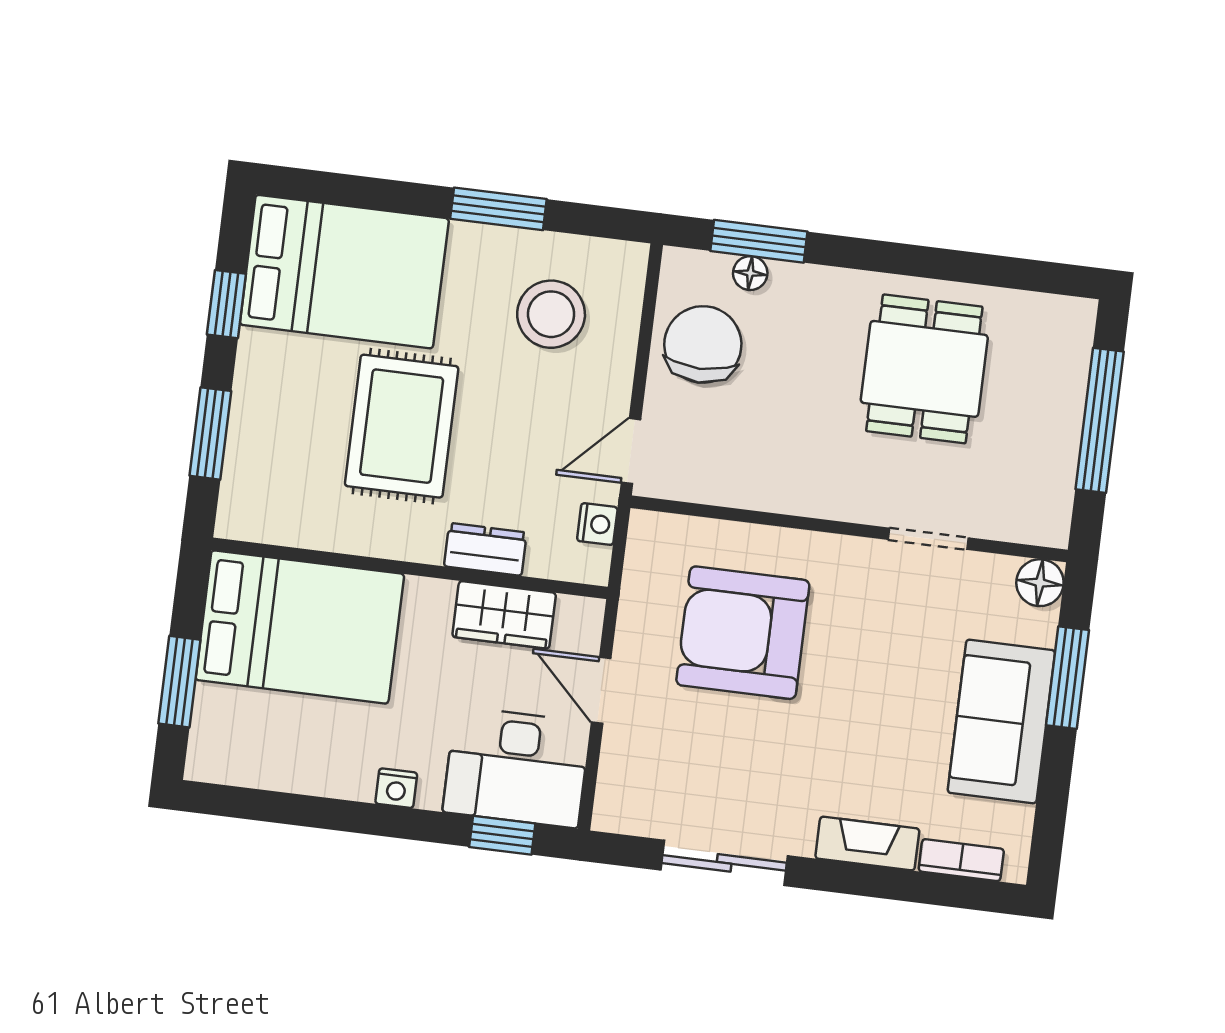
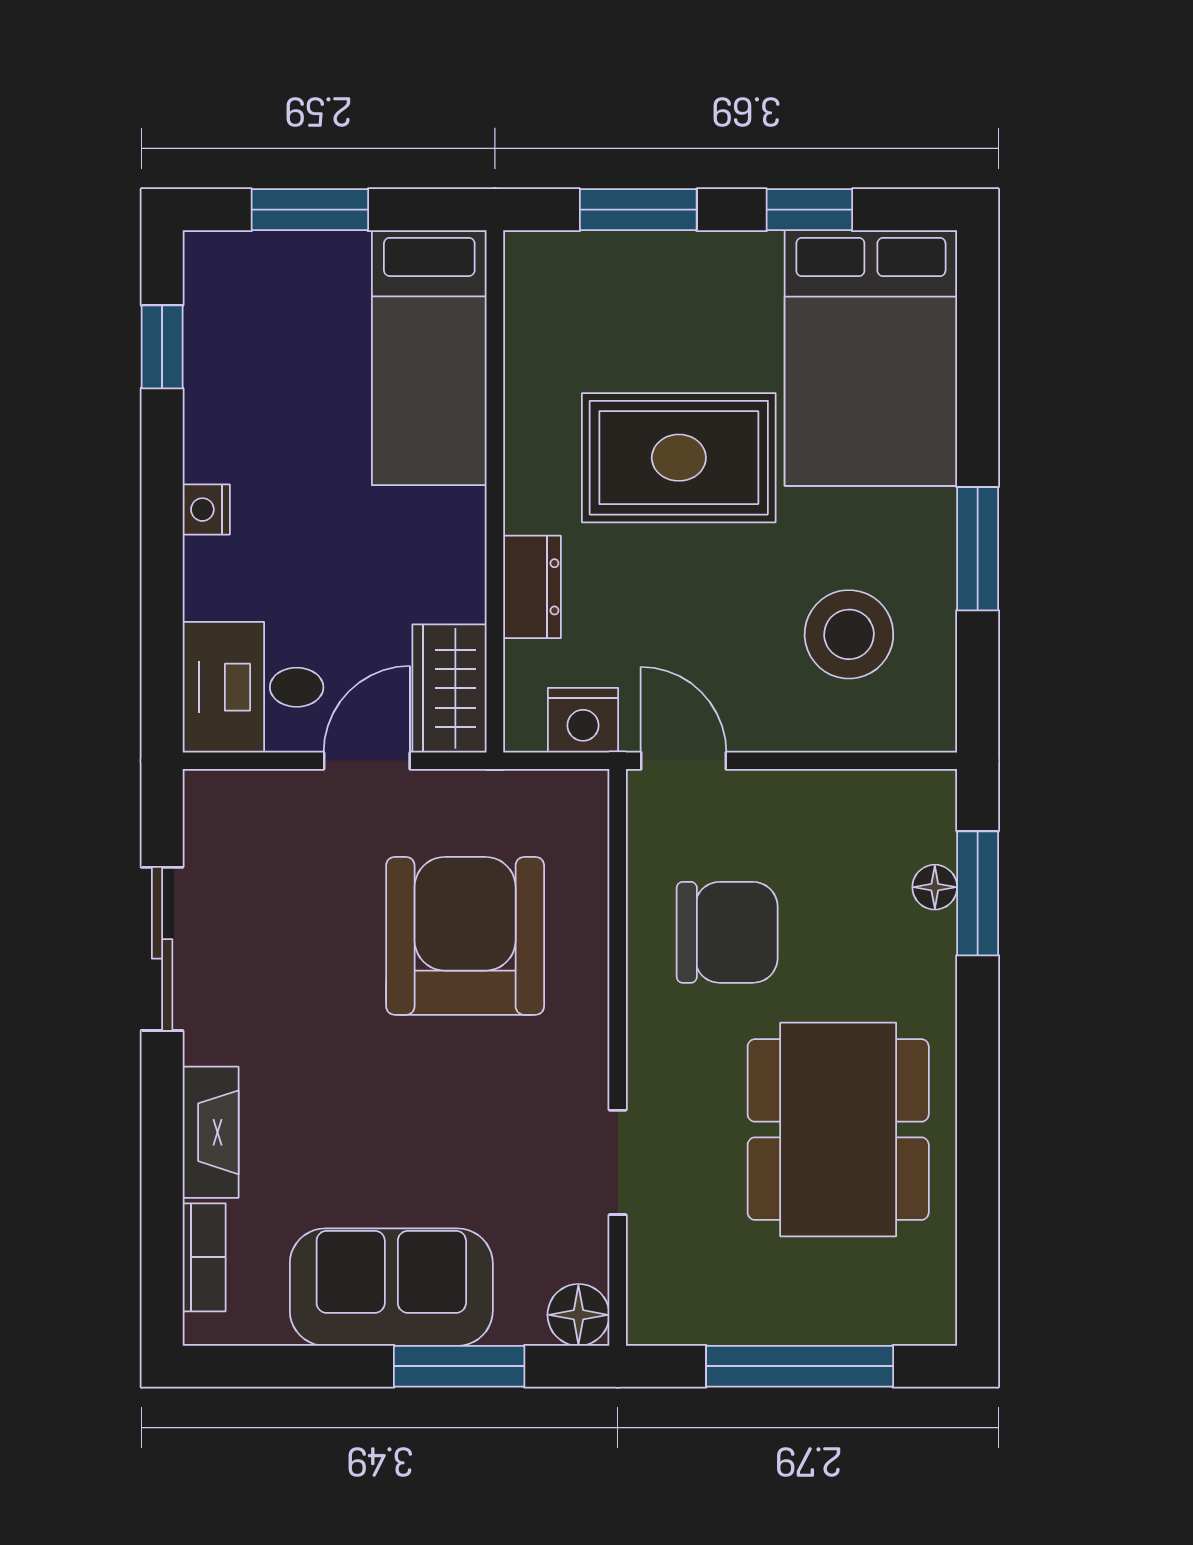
chair: (703, 344) -> (727, 932), moved
dining table: (924, 369) -> (838, 1130), width x1.37
nightstand: (597, 524) -> (583, 720), width x1.39, depth x1.35
wardrobe: (504, 615) -> (449, 688), moved
bed: (300, 627) -> (429, 358), width x0.67
desk: (517, 767) -> (253, 687), width x0.73
window: (502, 835) -> (162, 347), moved

